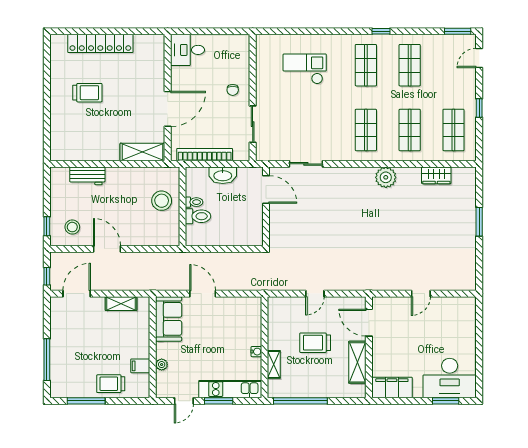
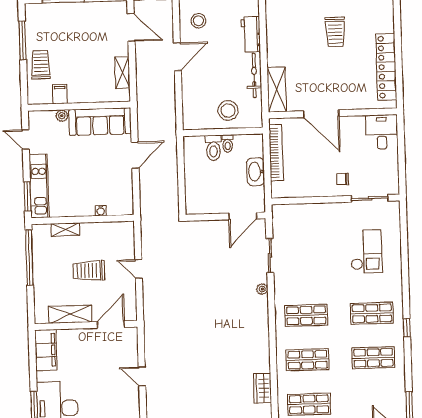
locker: (100, 43) -> (386, 67), moved
sliding door: (253, 124) -> (370, 198), moved
bicycle: (128, 174) -> (254, 75), added
plant: (386, 177) -> (262, 289), moved, width x0.53, depth x0.53
sofa: (169, 319) -> (100, 122), width x1.36
trolley: (315, 343) -> (89, 271), turned -90
water cooler: (256, 352) -> (101, 211), moved
window: (219, 401) -> (27, 196), moved

